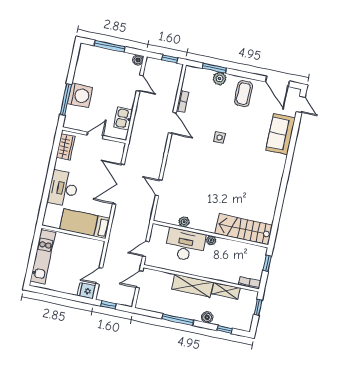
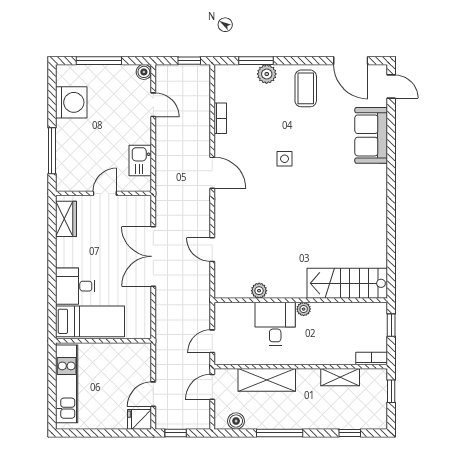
washing machine: (80, 95) -> (71, 102), moved
door: (172, 123) -> (212, 173), moved
desk: (63, 188) -> (75, 286), width x0.73
bed: (85, 224) -> (90, 321), moved, turned 180
desk: (185, 245) -> (275, 324), width x0.73
shelving: (193, 286) -> (267, 380), moved
boiler: (207, 317) -> (236, 421), moved

